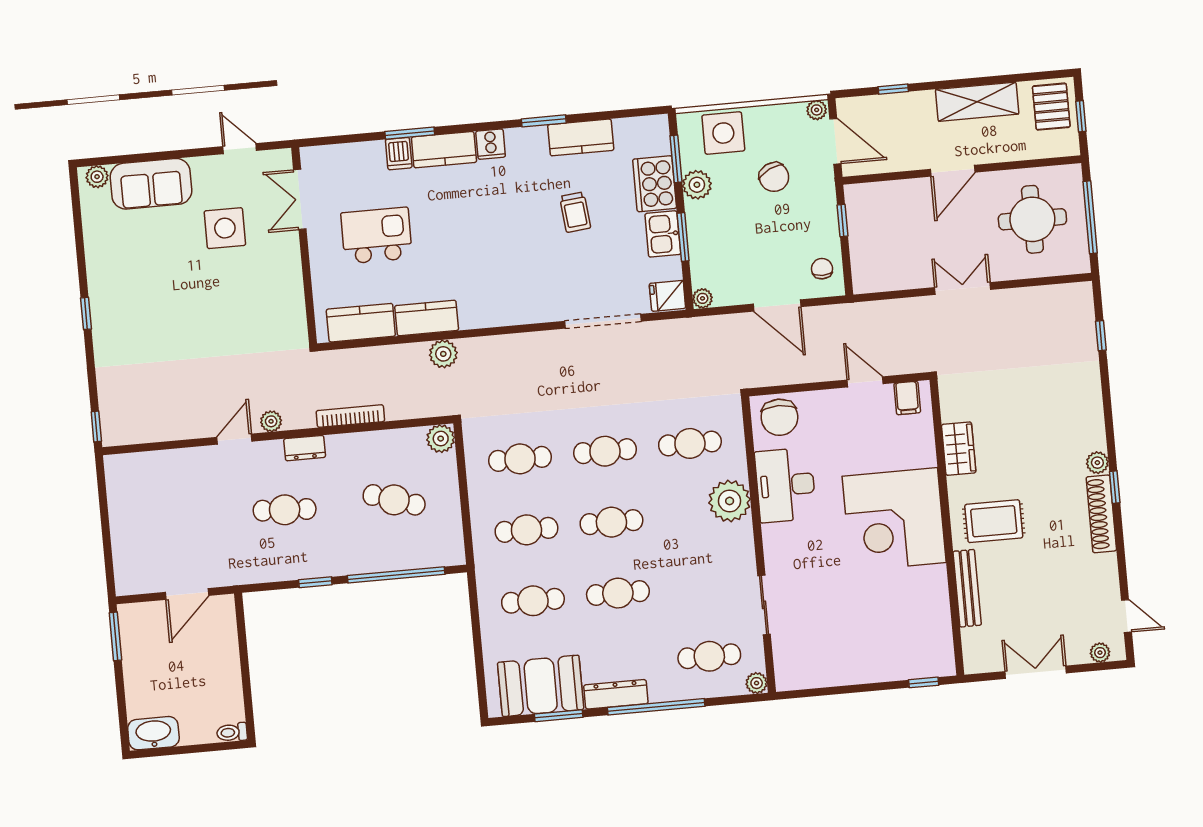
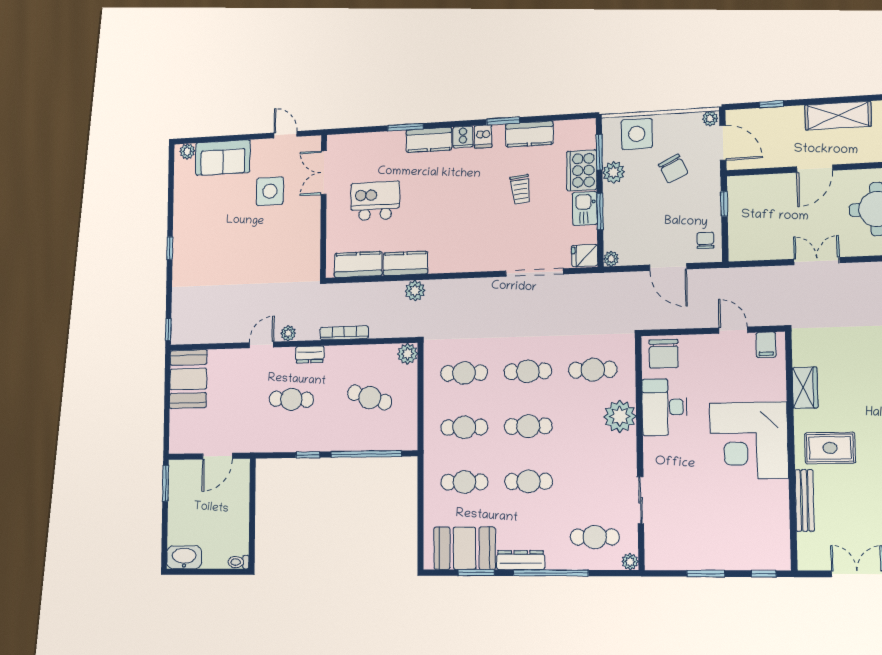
dishwasher: (399, 154) -> (483, 136), moved
booth: (133, 492) -> (188, 379), added
window: (853, 689) -> (706, 574), added

